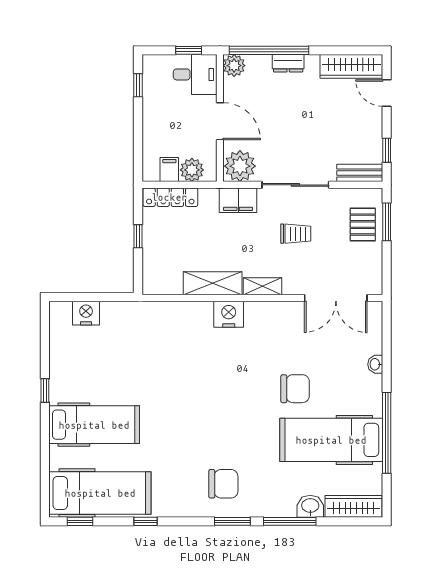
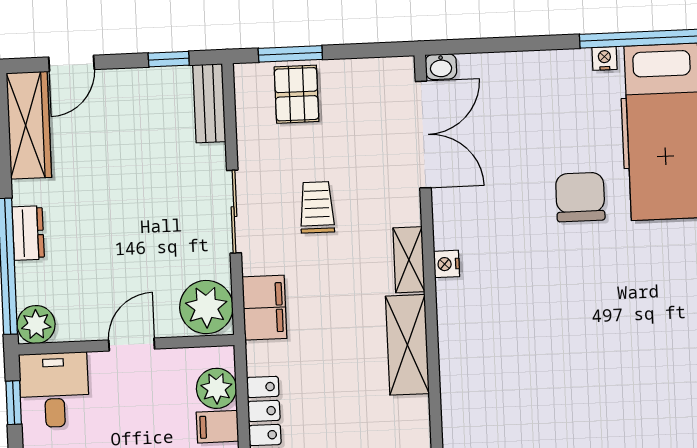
door: (220, 121) -> (132, 344), width x0.73
sliding door: (295, 185) -> (234, 212), width x0.73
pallet: (363, 225) -> (297, 94), turned 90
nightstand: (229, 314) -> (447, 264), moved, width x0.53, depth x0.56
washbasin: (375, 364) -> (441, 67), moved
nightstand: (376, 407) -> (604, 58), added

